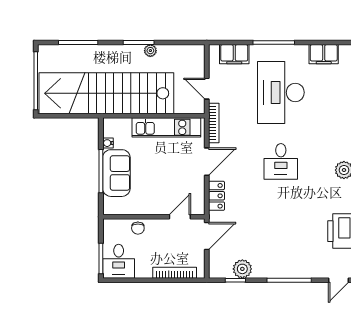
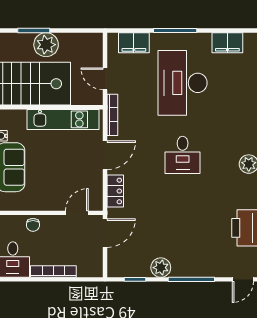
plant: (150, 51) -> (46, 45), width x1.87, depth x1.87
plant: (242, 269) -> (161, 268), moved
bookcase: (175, 273) -> (53, 272), moved

